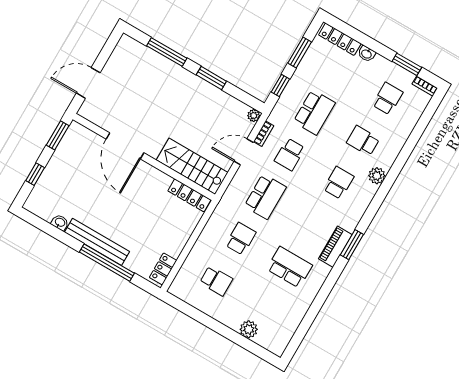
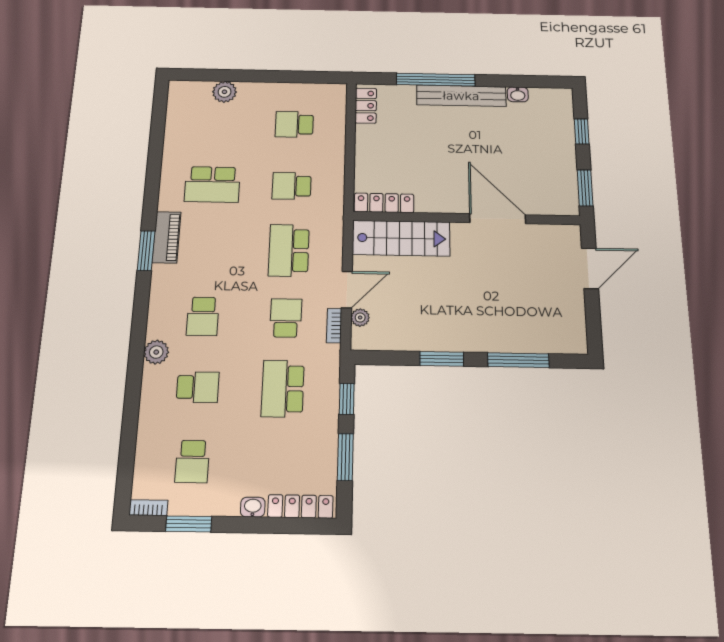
plant: (254, 116) -> (360, 318), moved
school desk: (241, 239) -> (292, 186), turned 90

